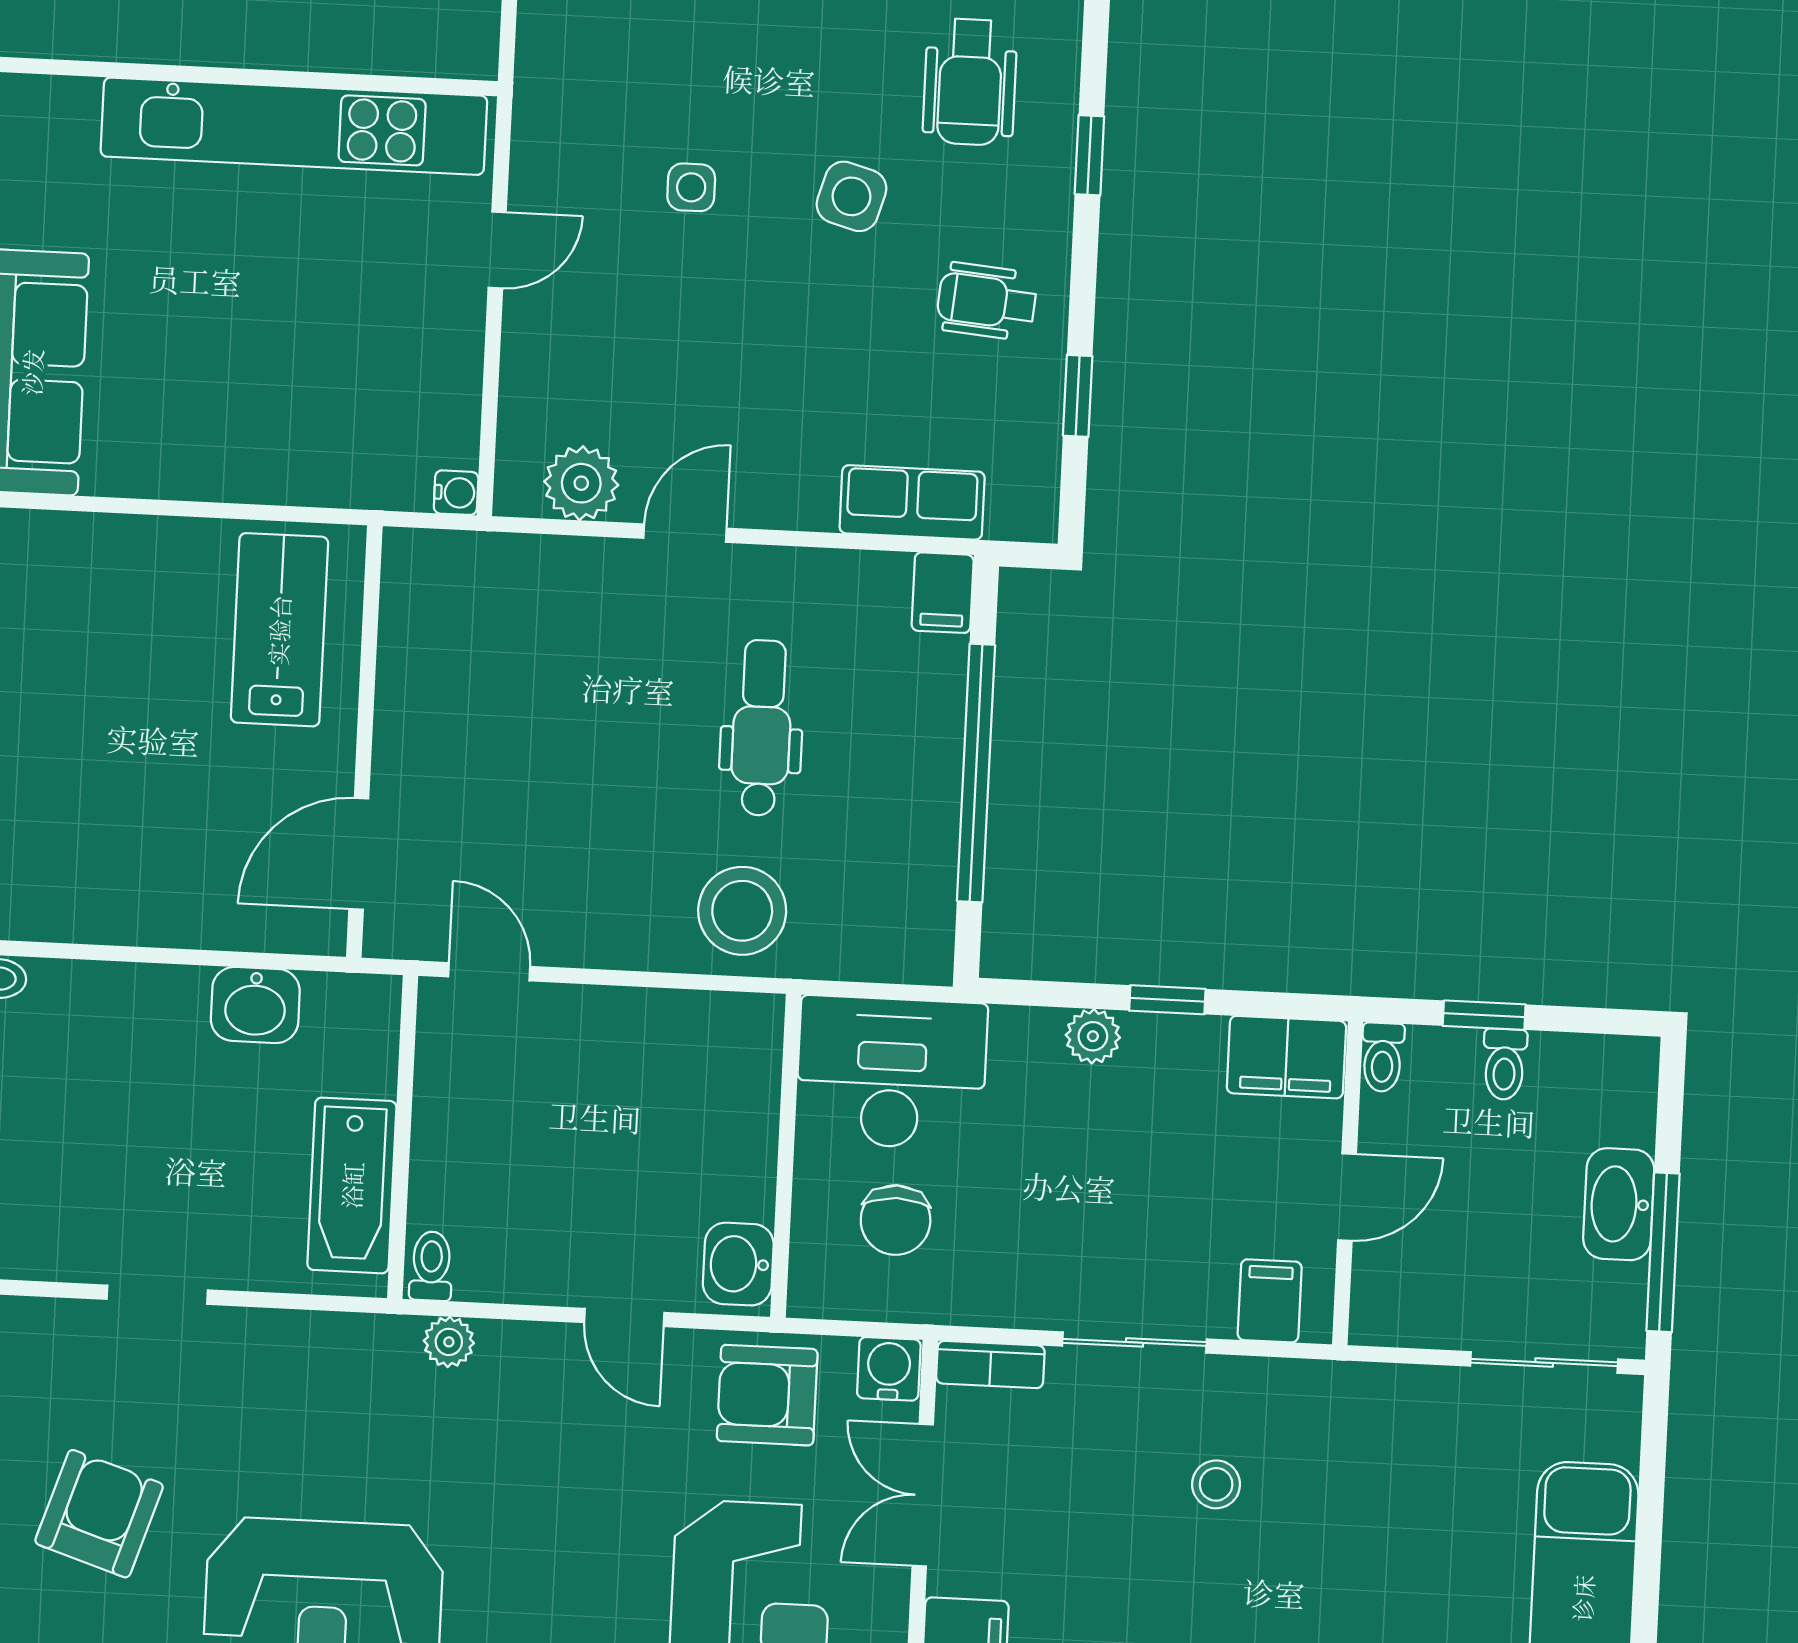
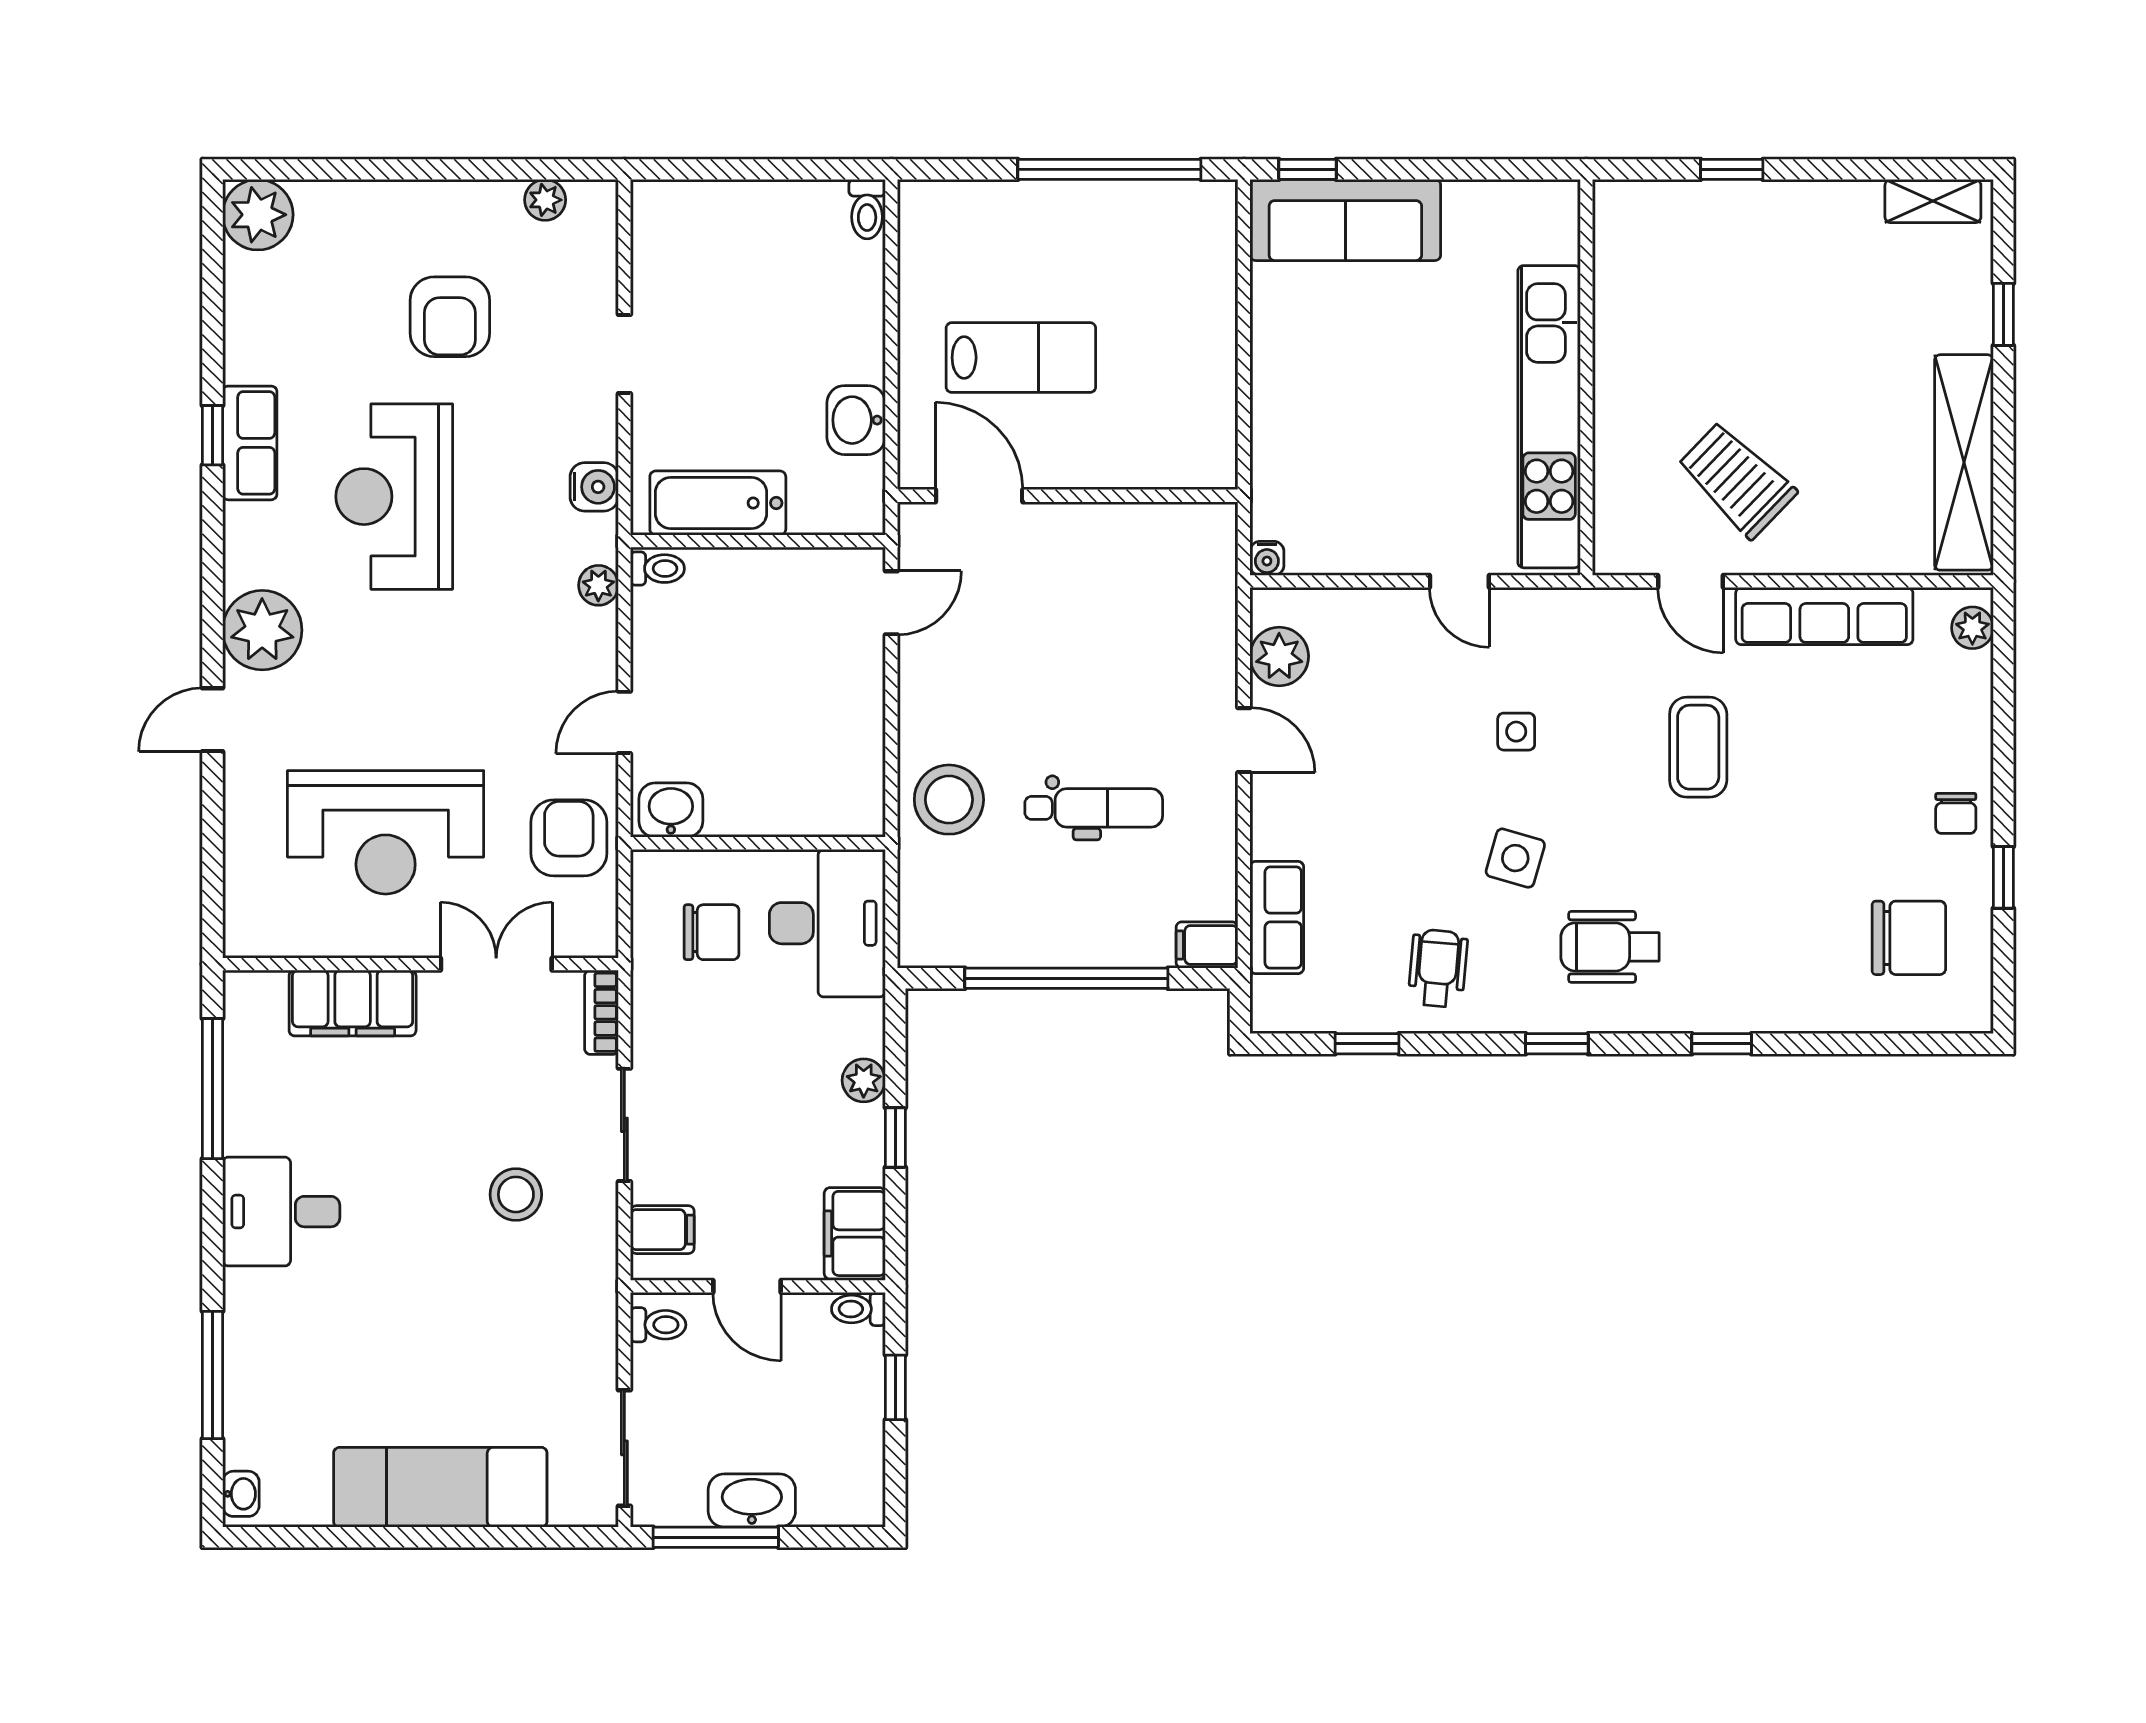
lab bench: (279, 630) -> (1021, 358), moved
toilet: (1505, 1064) -> (658, 1325), moved, turned 180
chair: (896, 1220) -> (711, 932), turned 180
water cooler: (889, 1369) -> (594, 487), moved
stool: (1216, 1484) -> (516, 1194), width x1.37, depth x1.37
armchair: (99, 1514) -> (450, 317), turned 72

